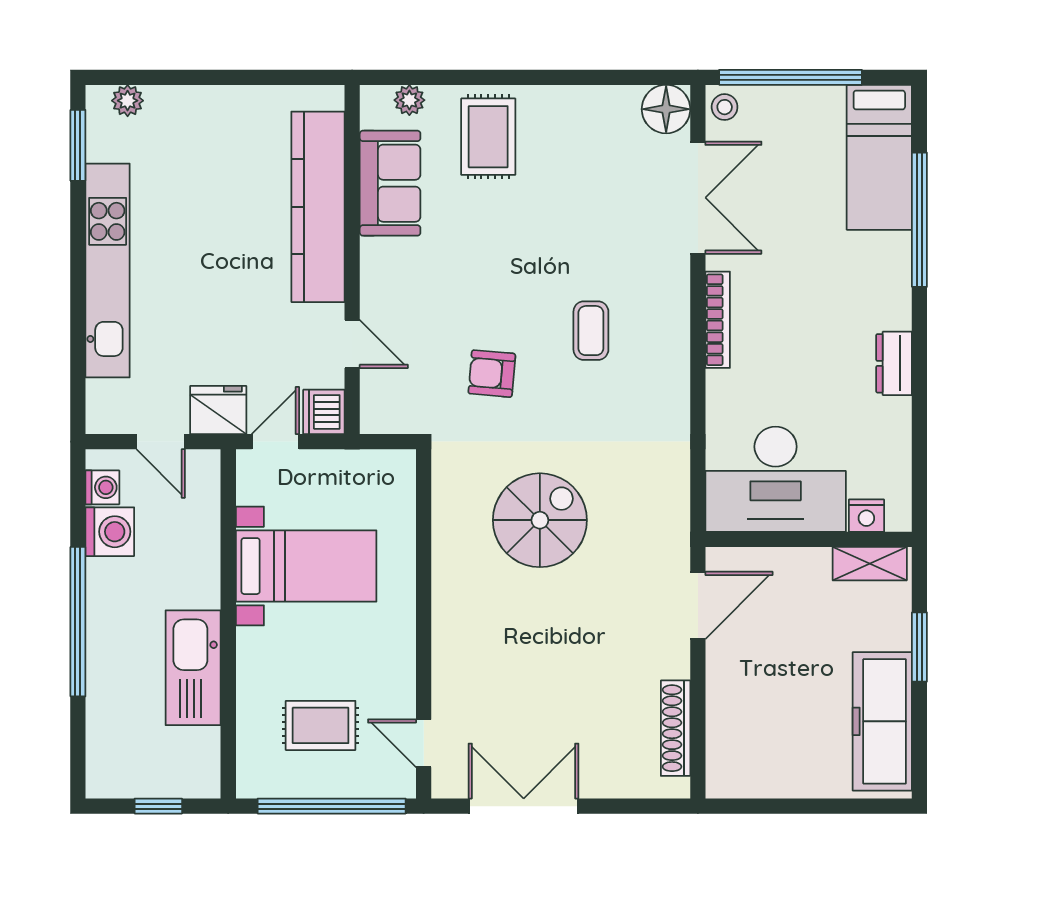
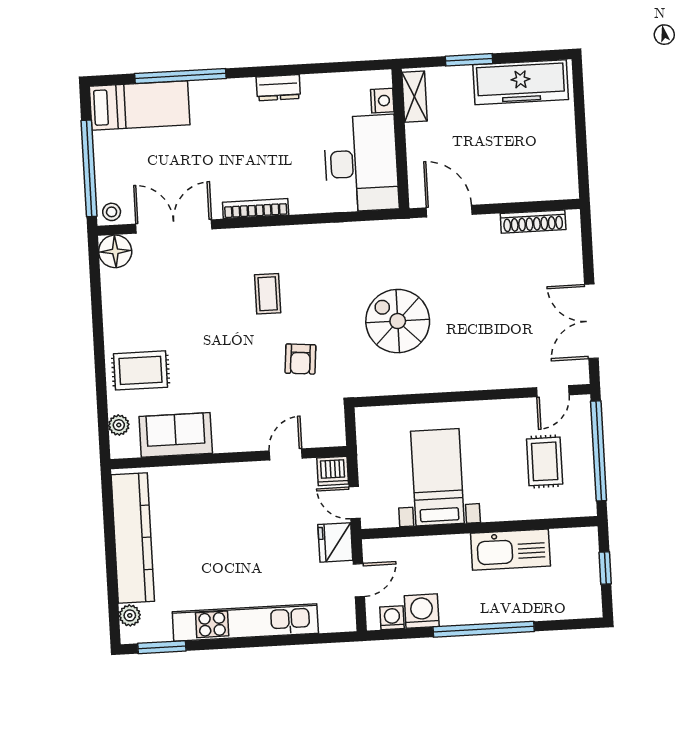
kitchen counter: (318, 207) -> (133, 538), moved, turned -90
coffee table: (591, 331) -> (268, 294), turned 90

